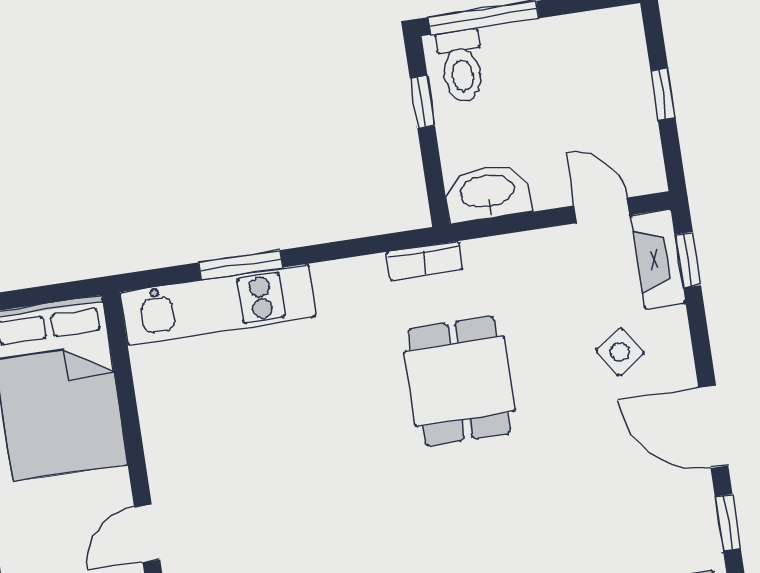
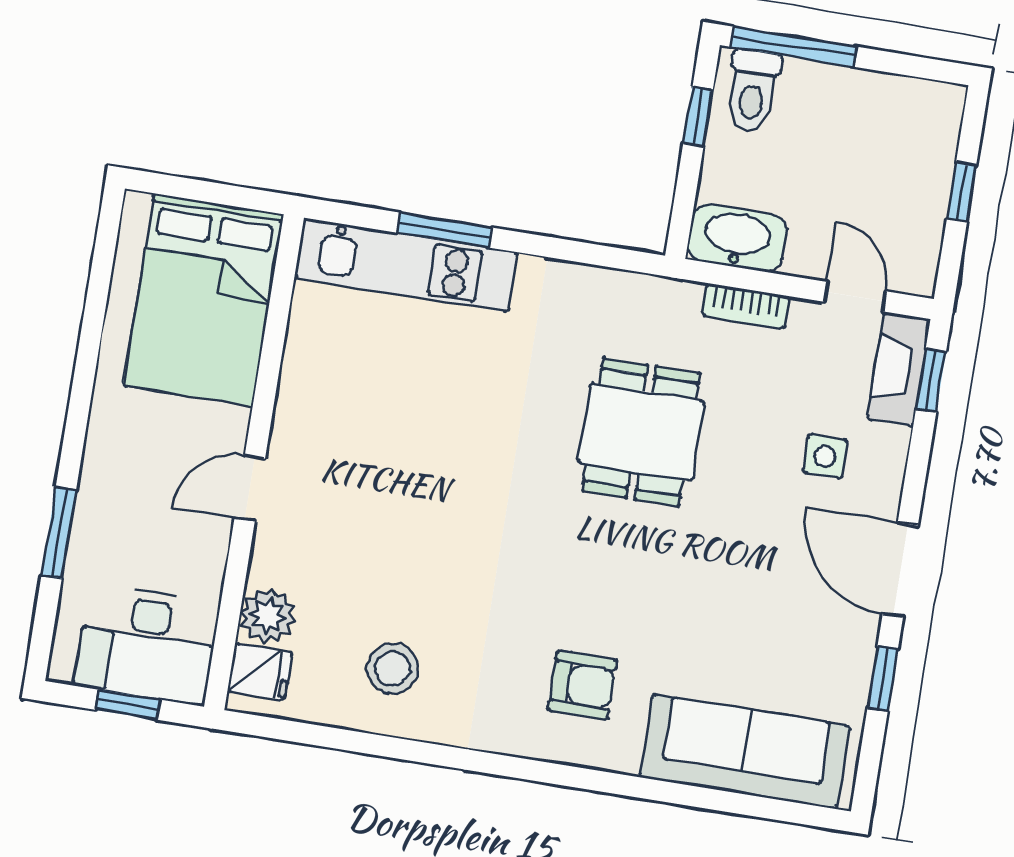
bookcase: (424, 261) -> (746, 306), moved
side table: (620, 352) -> (825, 456), turned 34

